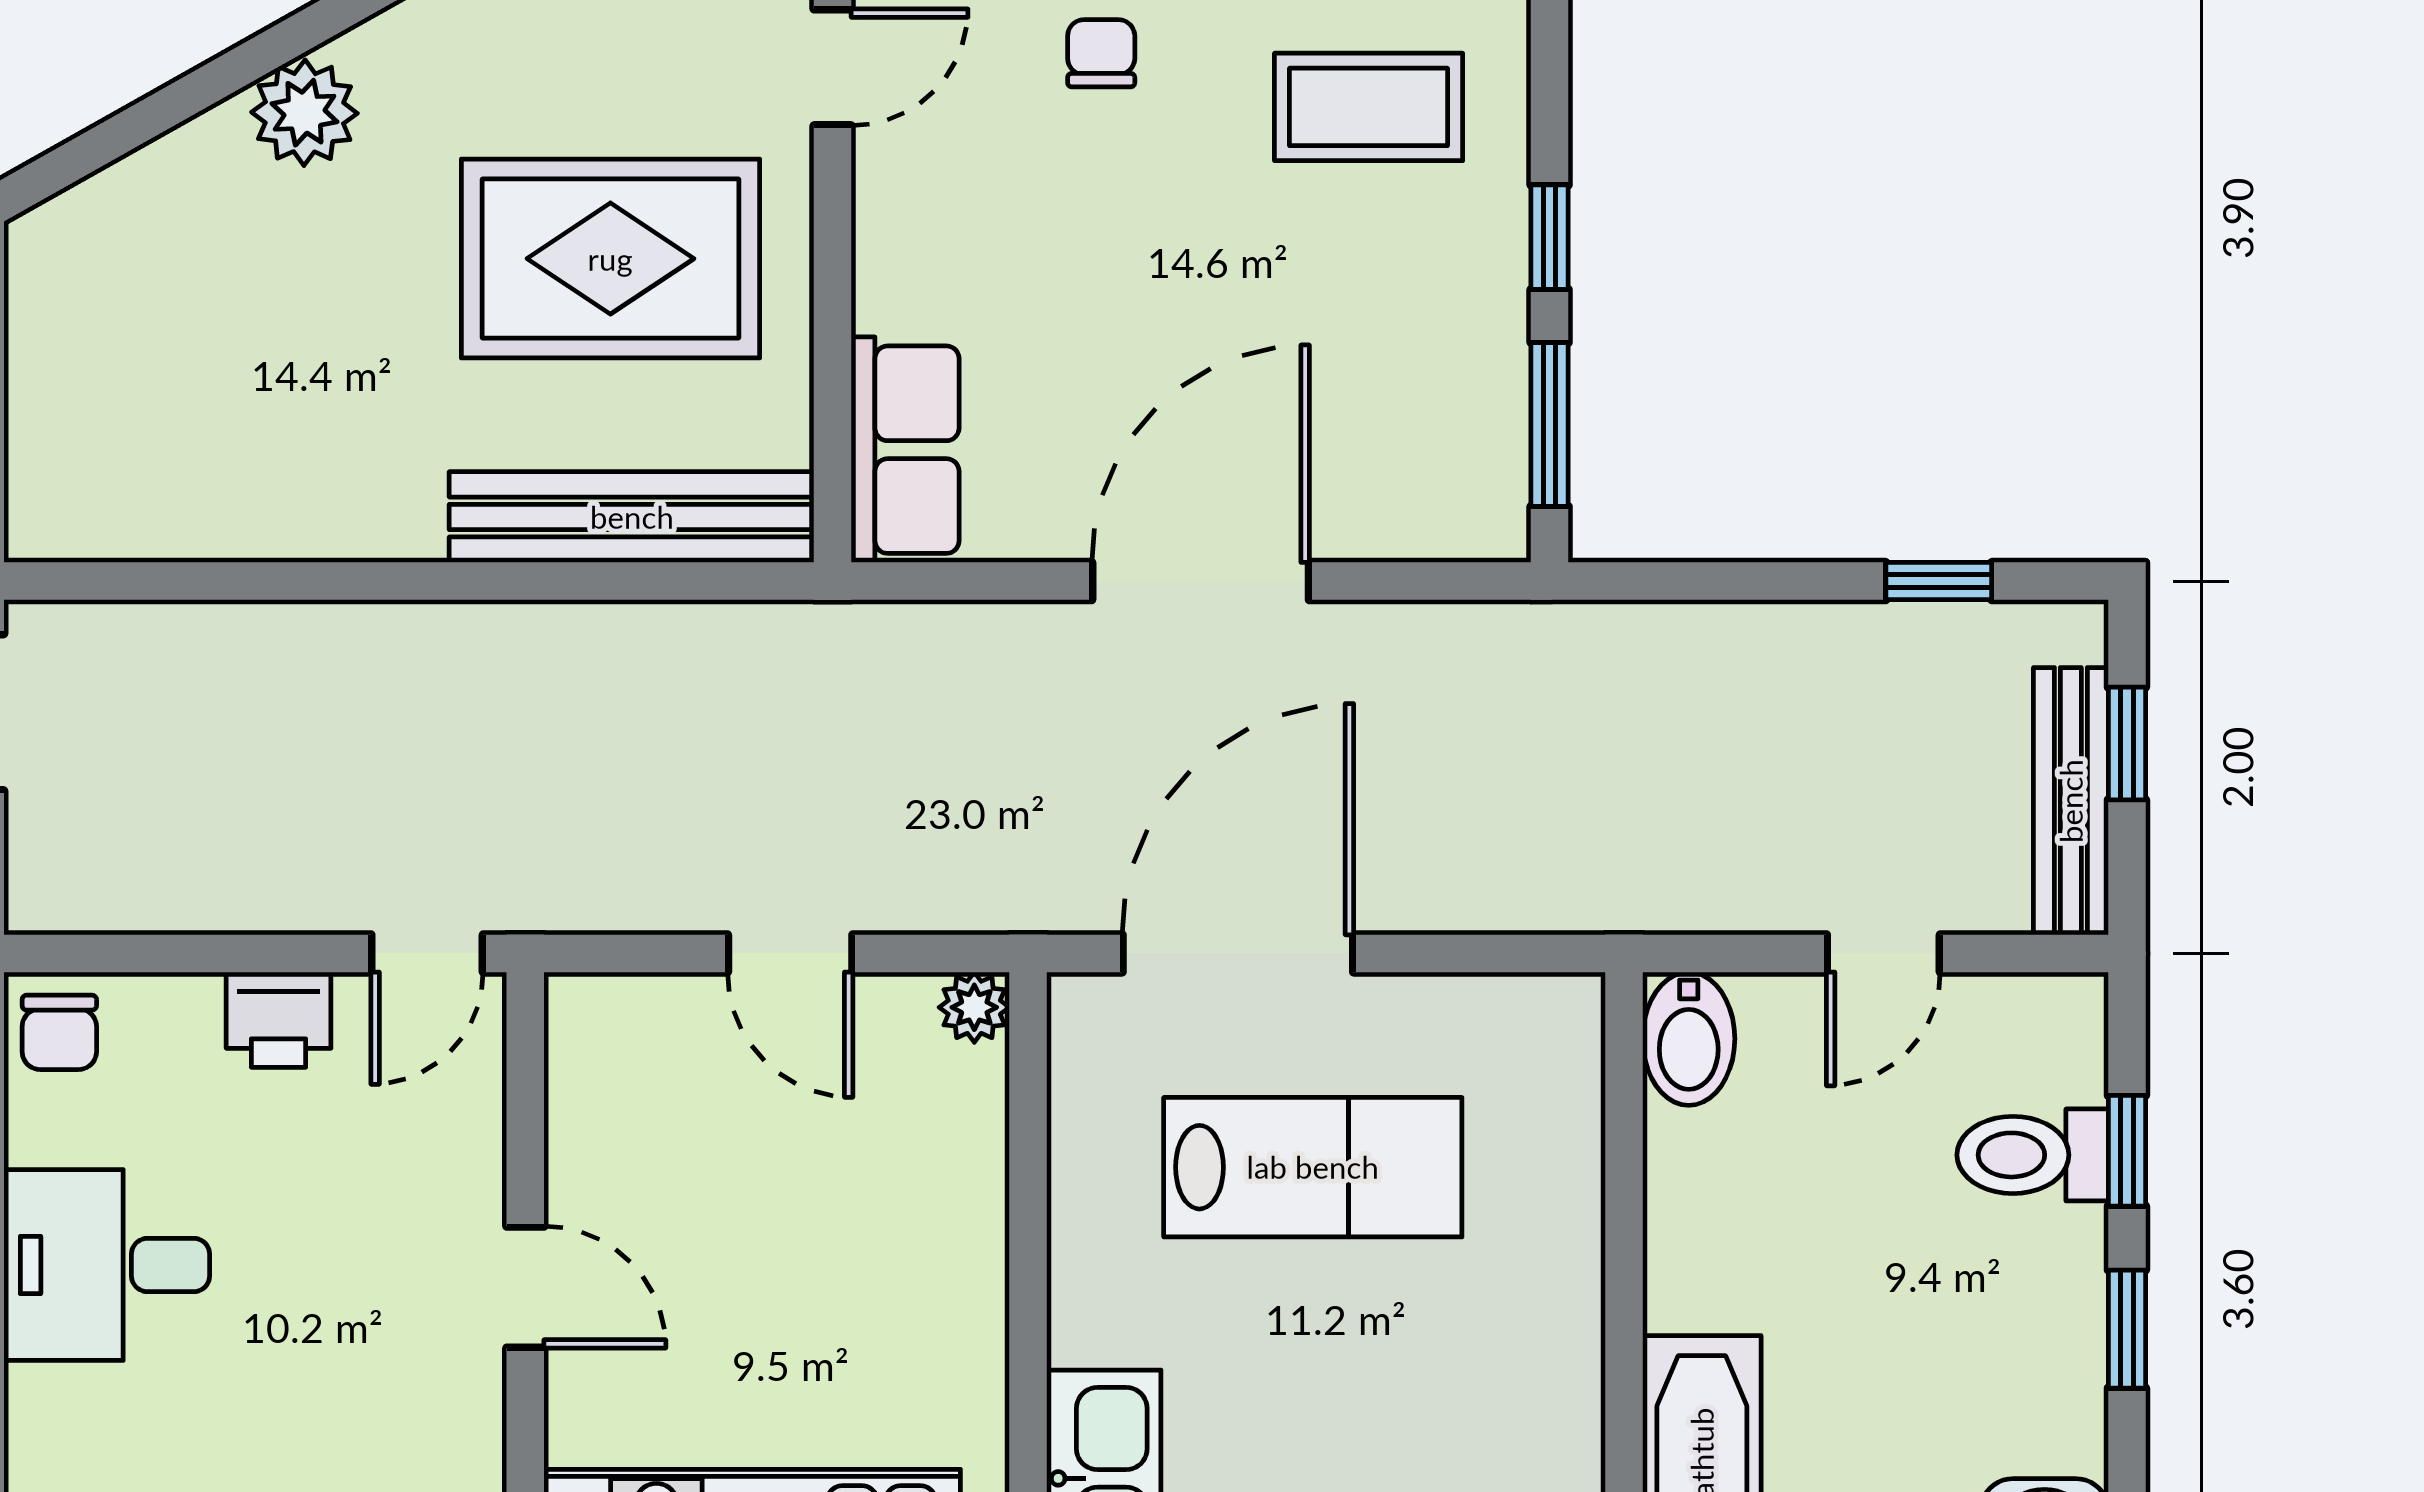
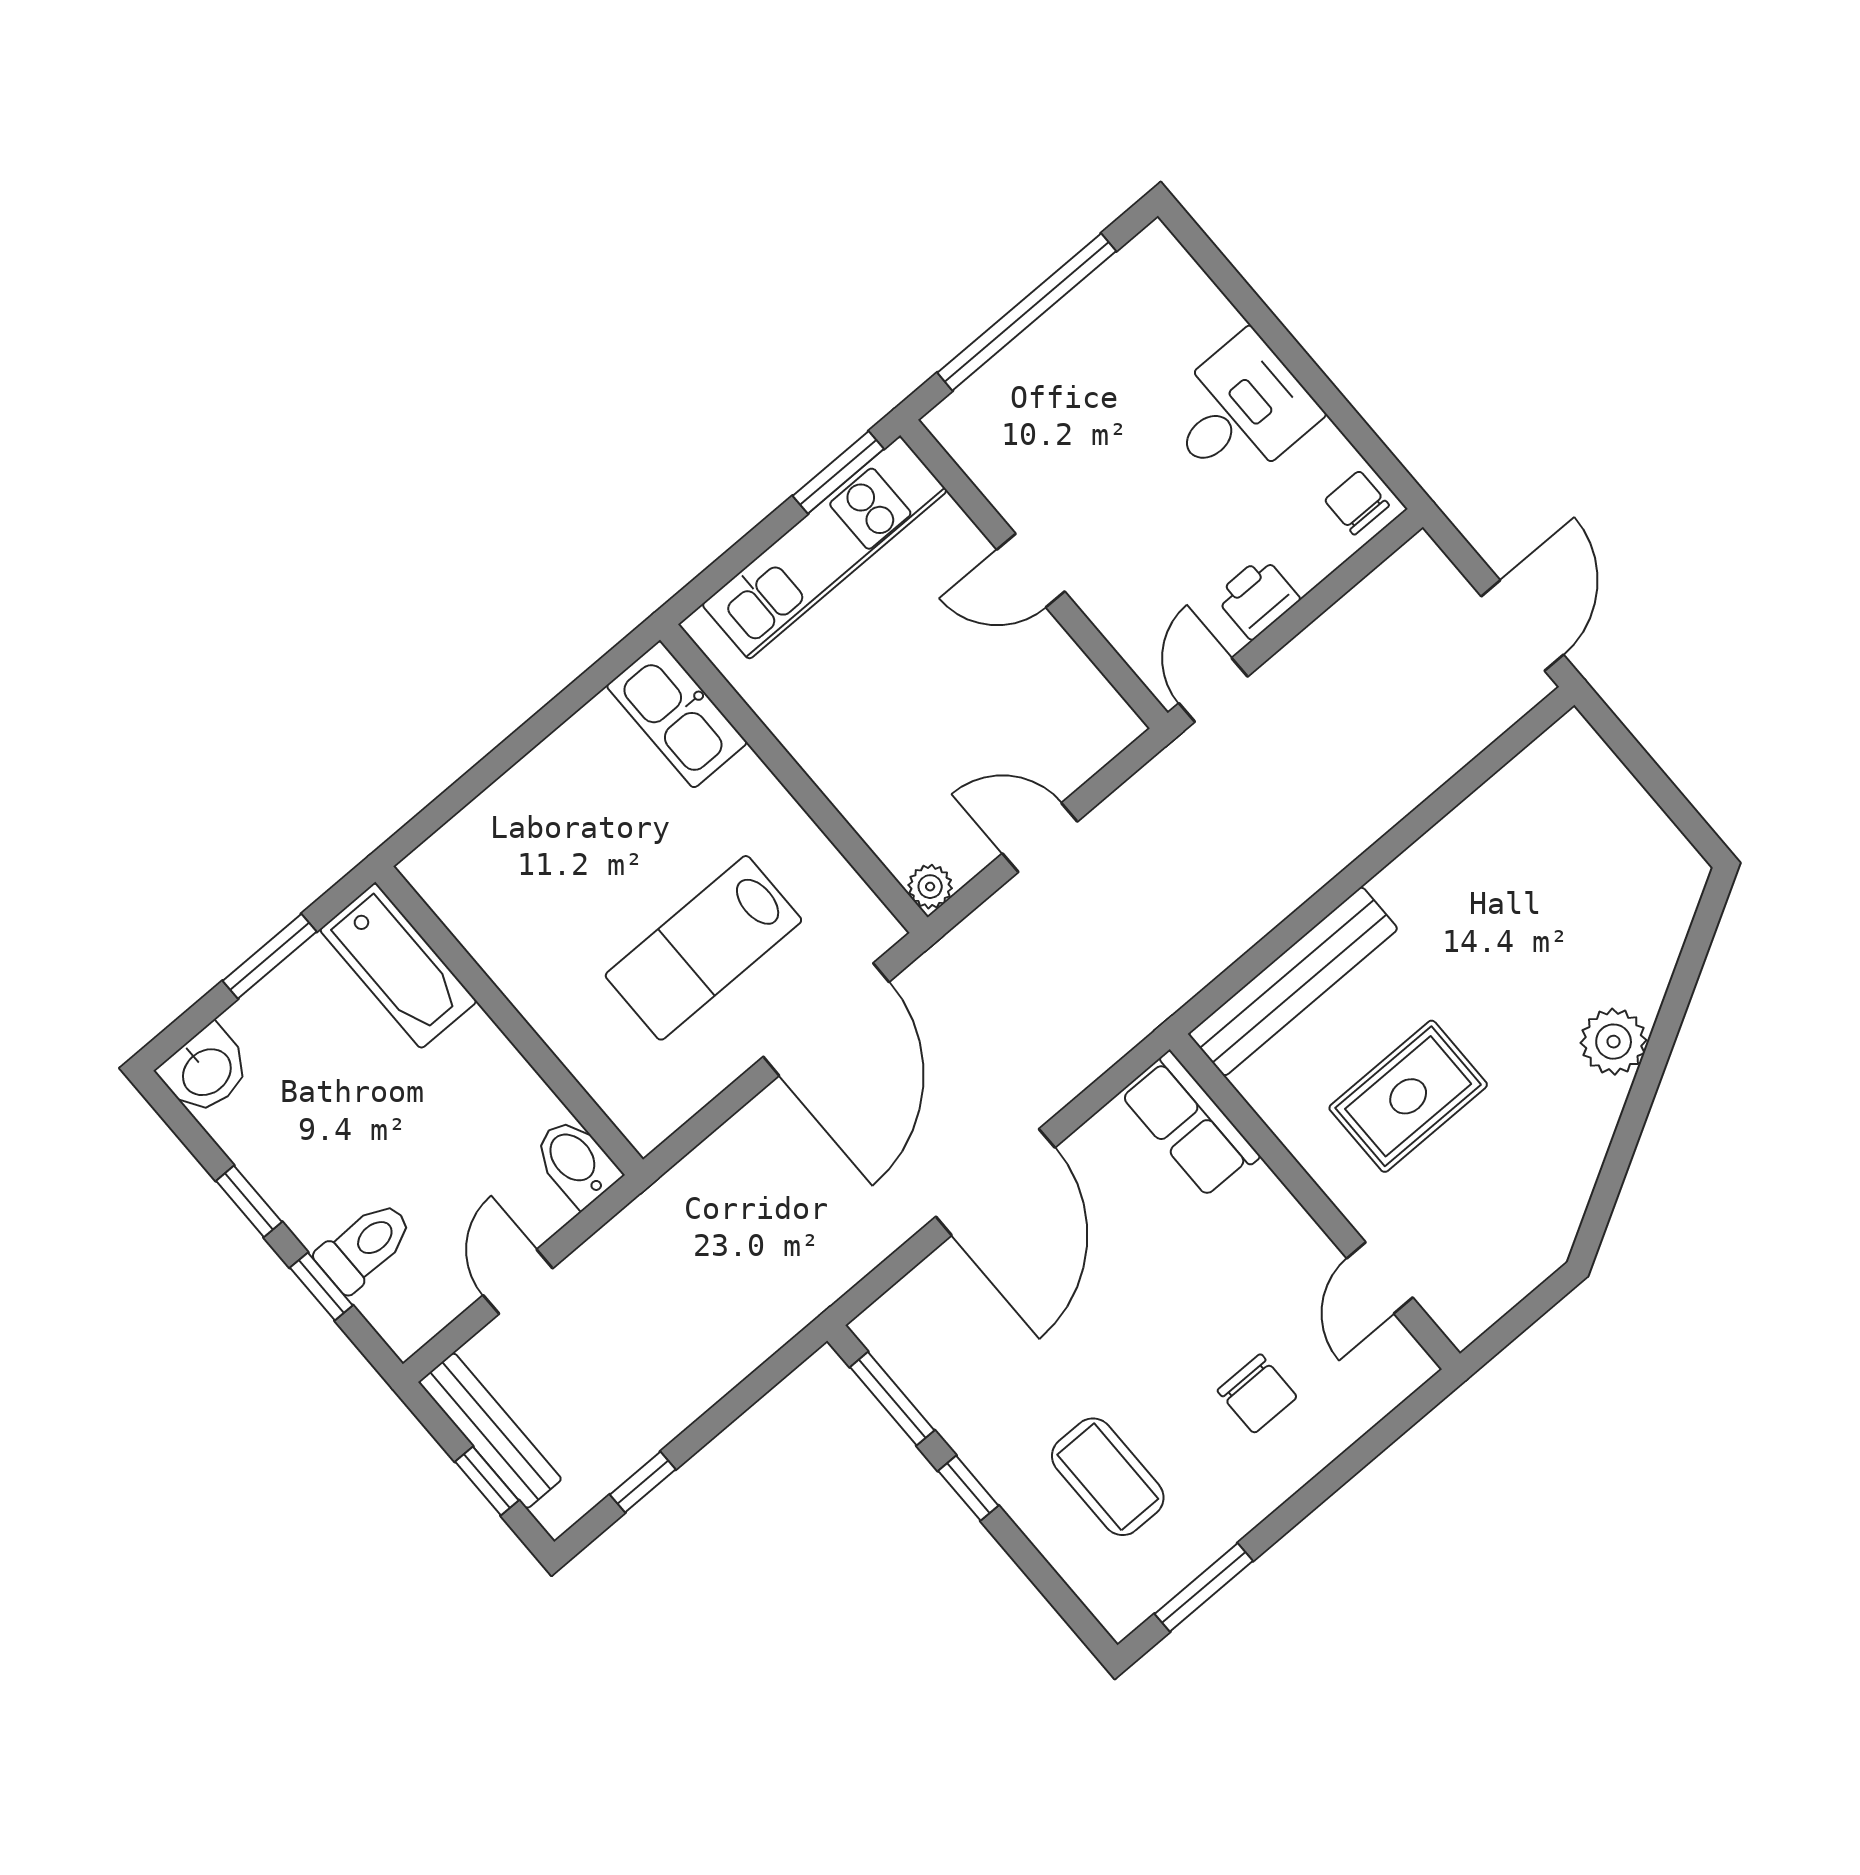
chair: (1101, 53) -> (1257, 1394), width x1.37, depth x1.37
coffee table: (1369, 107) -> (1108, 1477), turned 90
rug: (610, 259) -> (1408, 1096), width x0.73, depth x0.70

